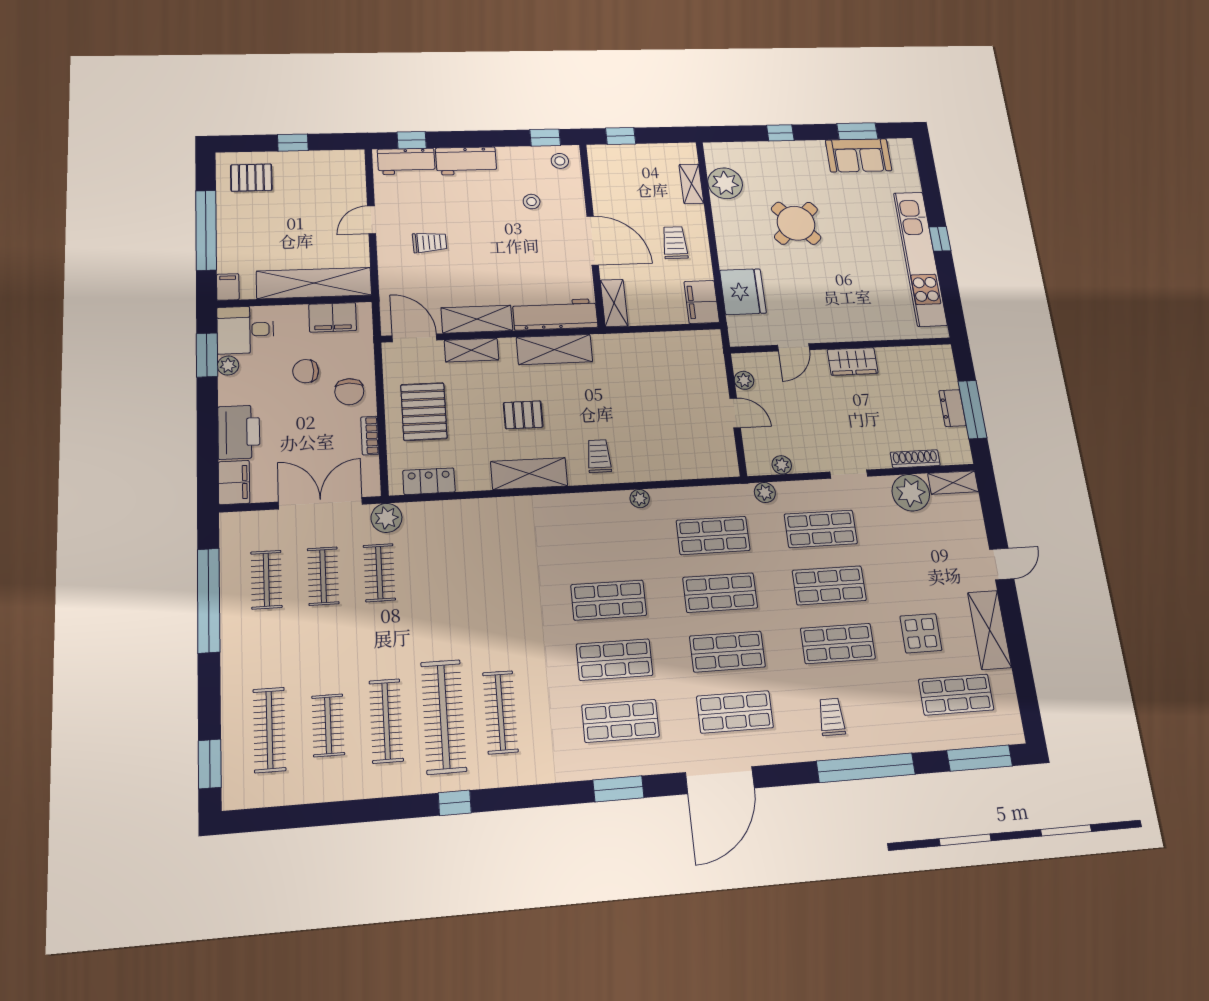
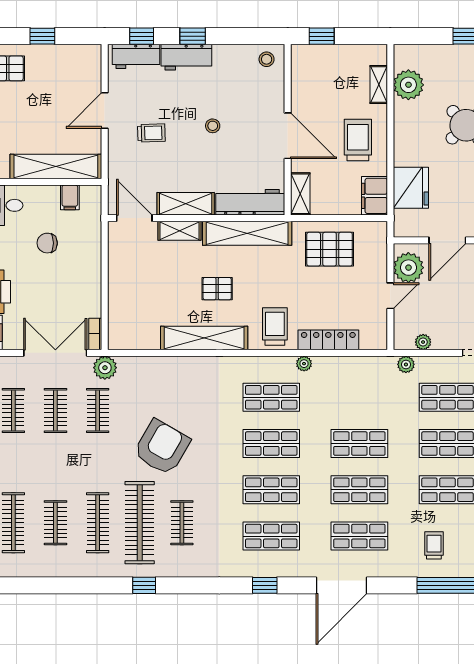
window: (545, 138) -> (193, 36), moved
stool: (532, 202) -> (213, 126), moved
door: (372, 220) -> (105, 111), width x1.38
trolley: (675, 243) -> (358, 140), width x1.36, depth x1.39
filing cabinet: (333, 317) -> (70, 197), width x0.50
door: (793, 347) -> (447, 240), width x1.38
shelving: (554, 350) -> (247, 233), width x1.47
plant: (744, 380) -> (408, 268), width x1.87, depth x1.87
chair: (349, 392) -> (81, 262), removed
pallet: (424, 412) -> (330, 249), moved, turned 90
door: (735, 413) -> (390, 296), hinge flipped
bookcase: (370, 436) -> (95, 334), moved
trolley: (599, 456) -> (275, 327), width x1.36, depth x1.39
shelving: (529, 474) -> (204, 338), width x1.47
locker: (429, 481) -> (328, 340), moved, width x1.53
shop shelf: (713, 535) -> (271, 397), moved
armchair: (467, 614) -> (162, 447), added
clothes rail: (500, 712) -> (182, 523), width x0.73
window: (618, 789) -> (265, 585), width x0.67

